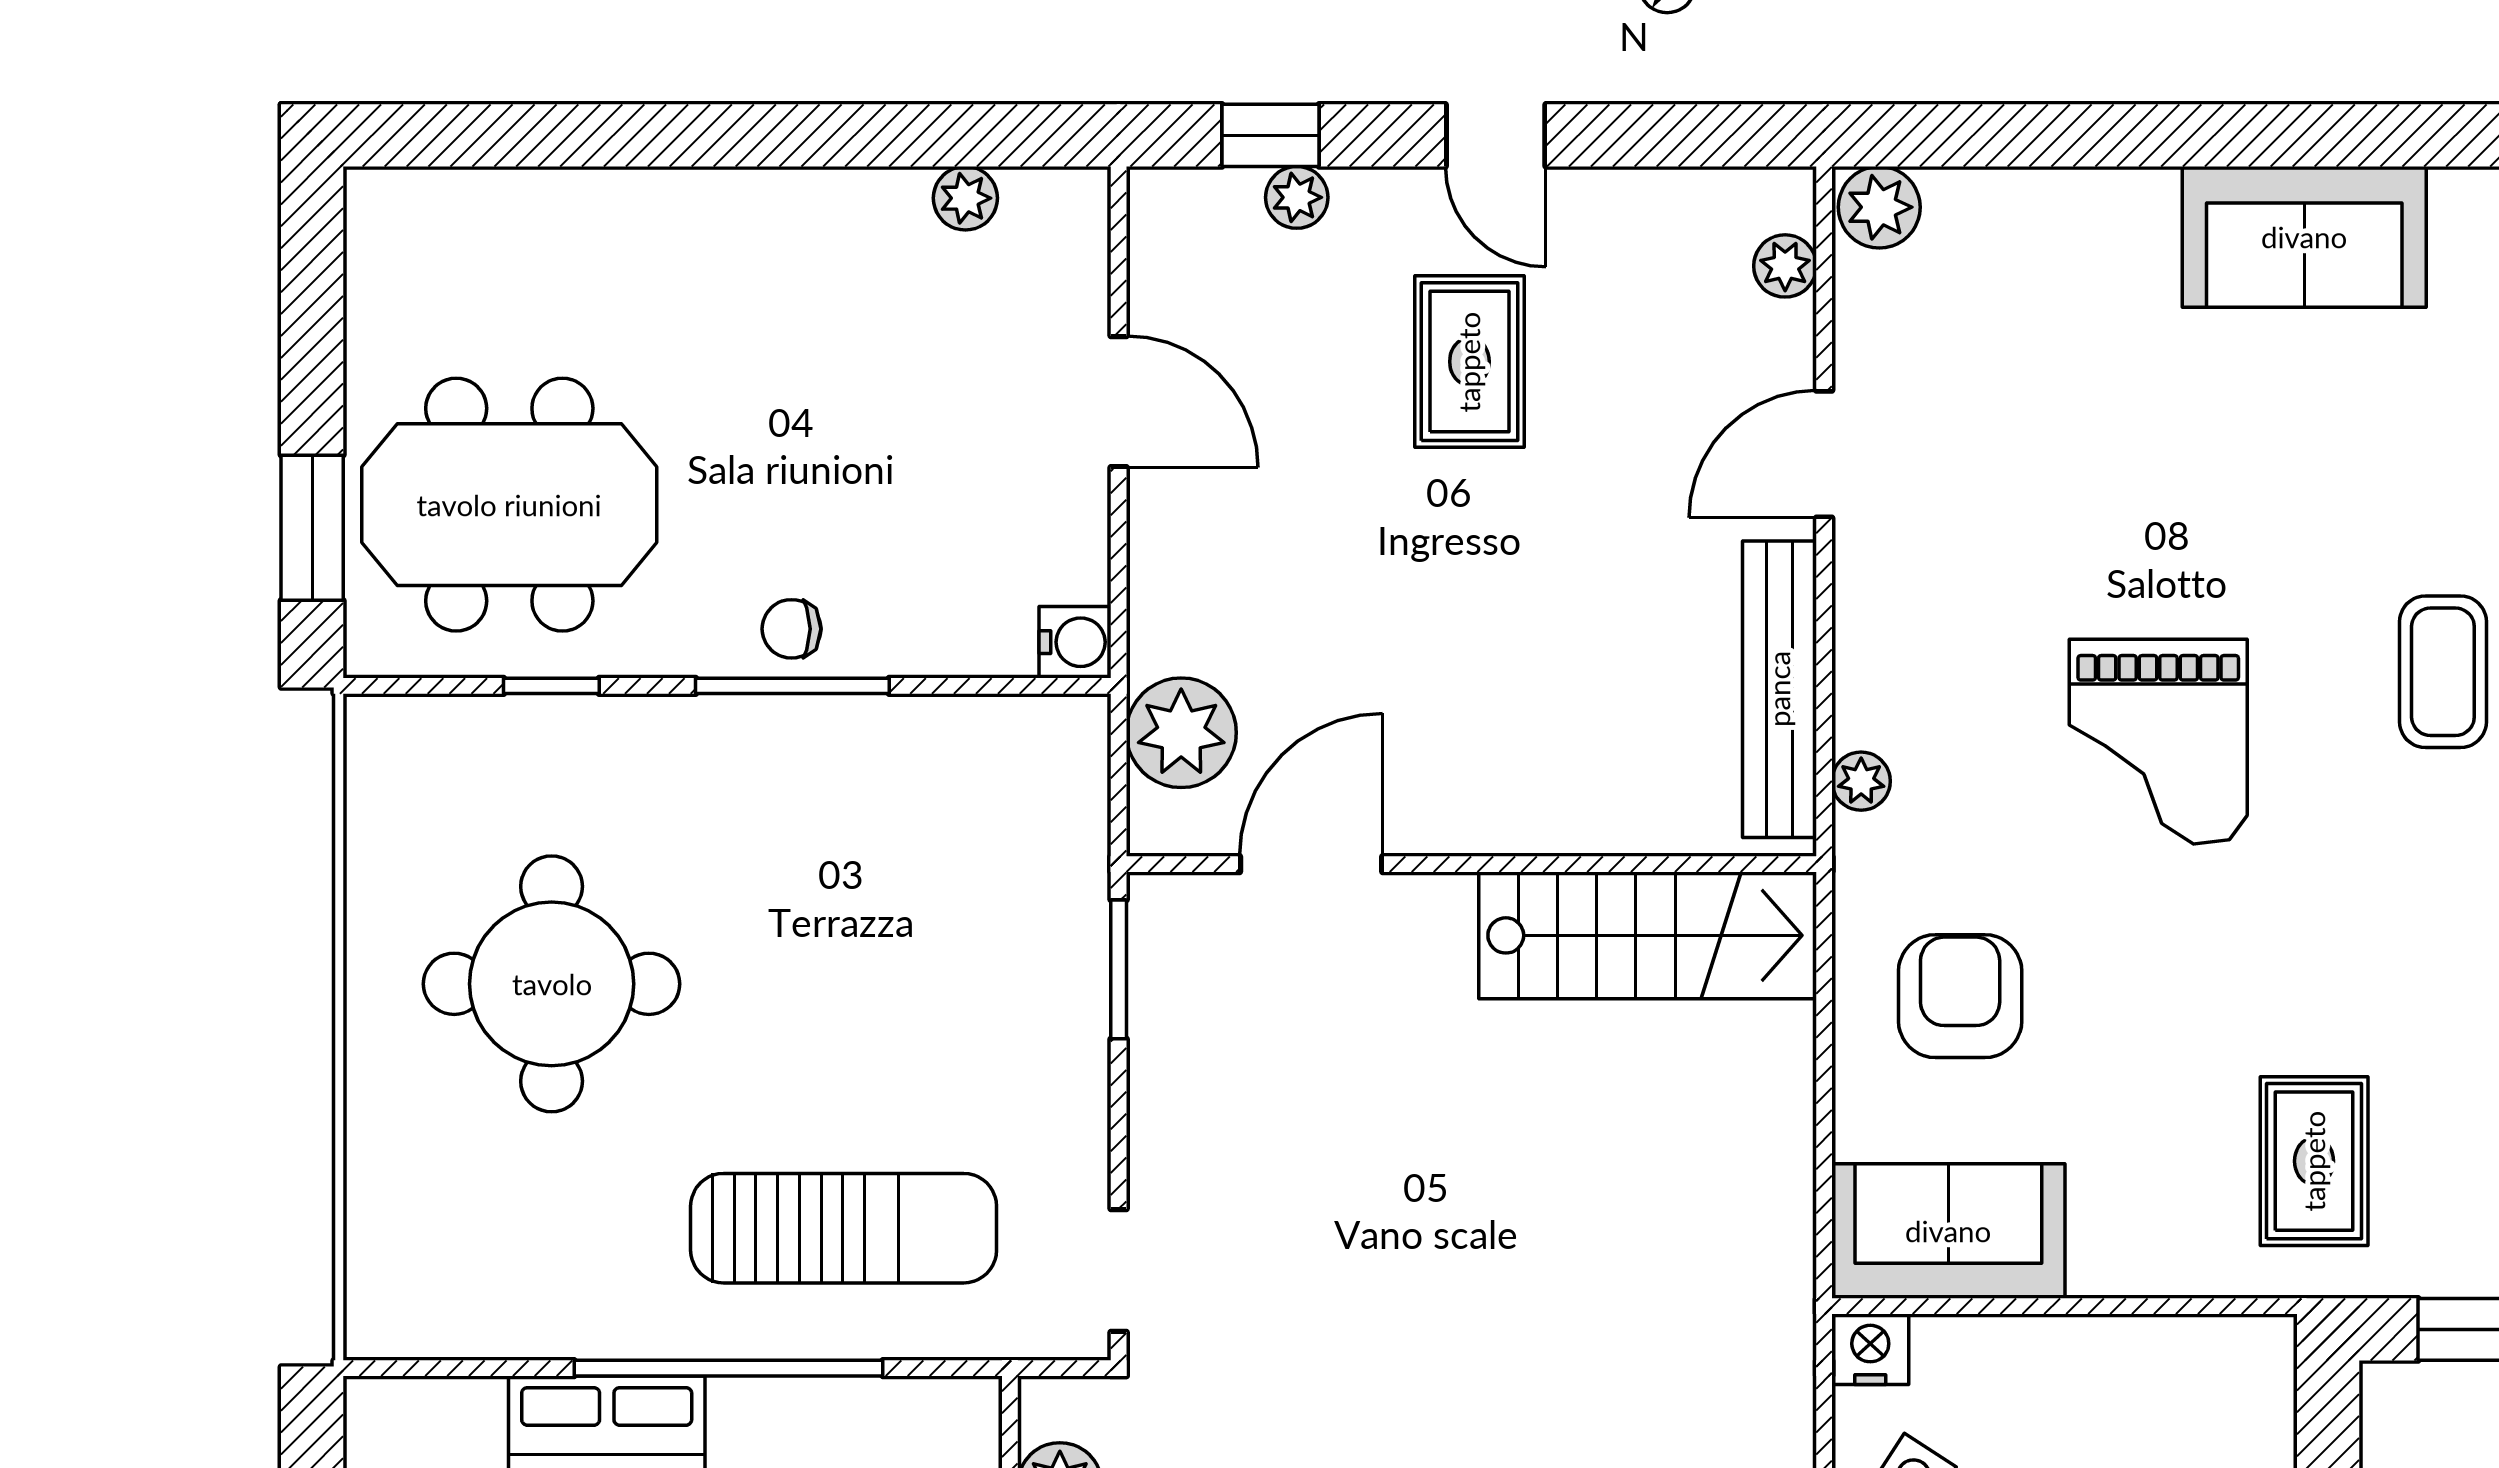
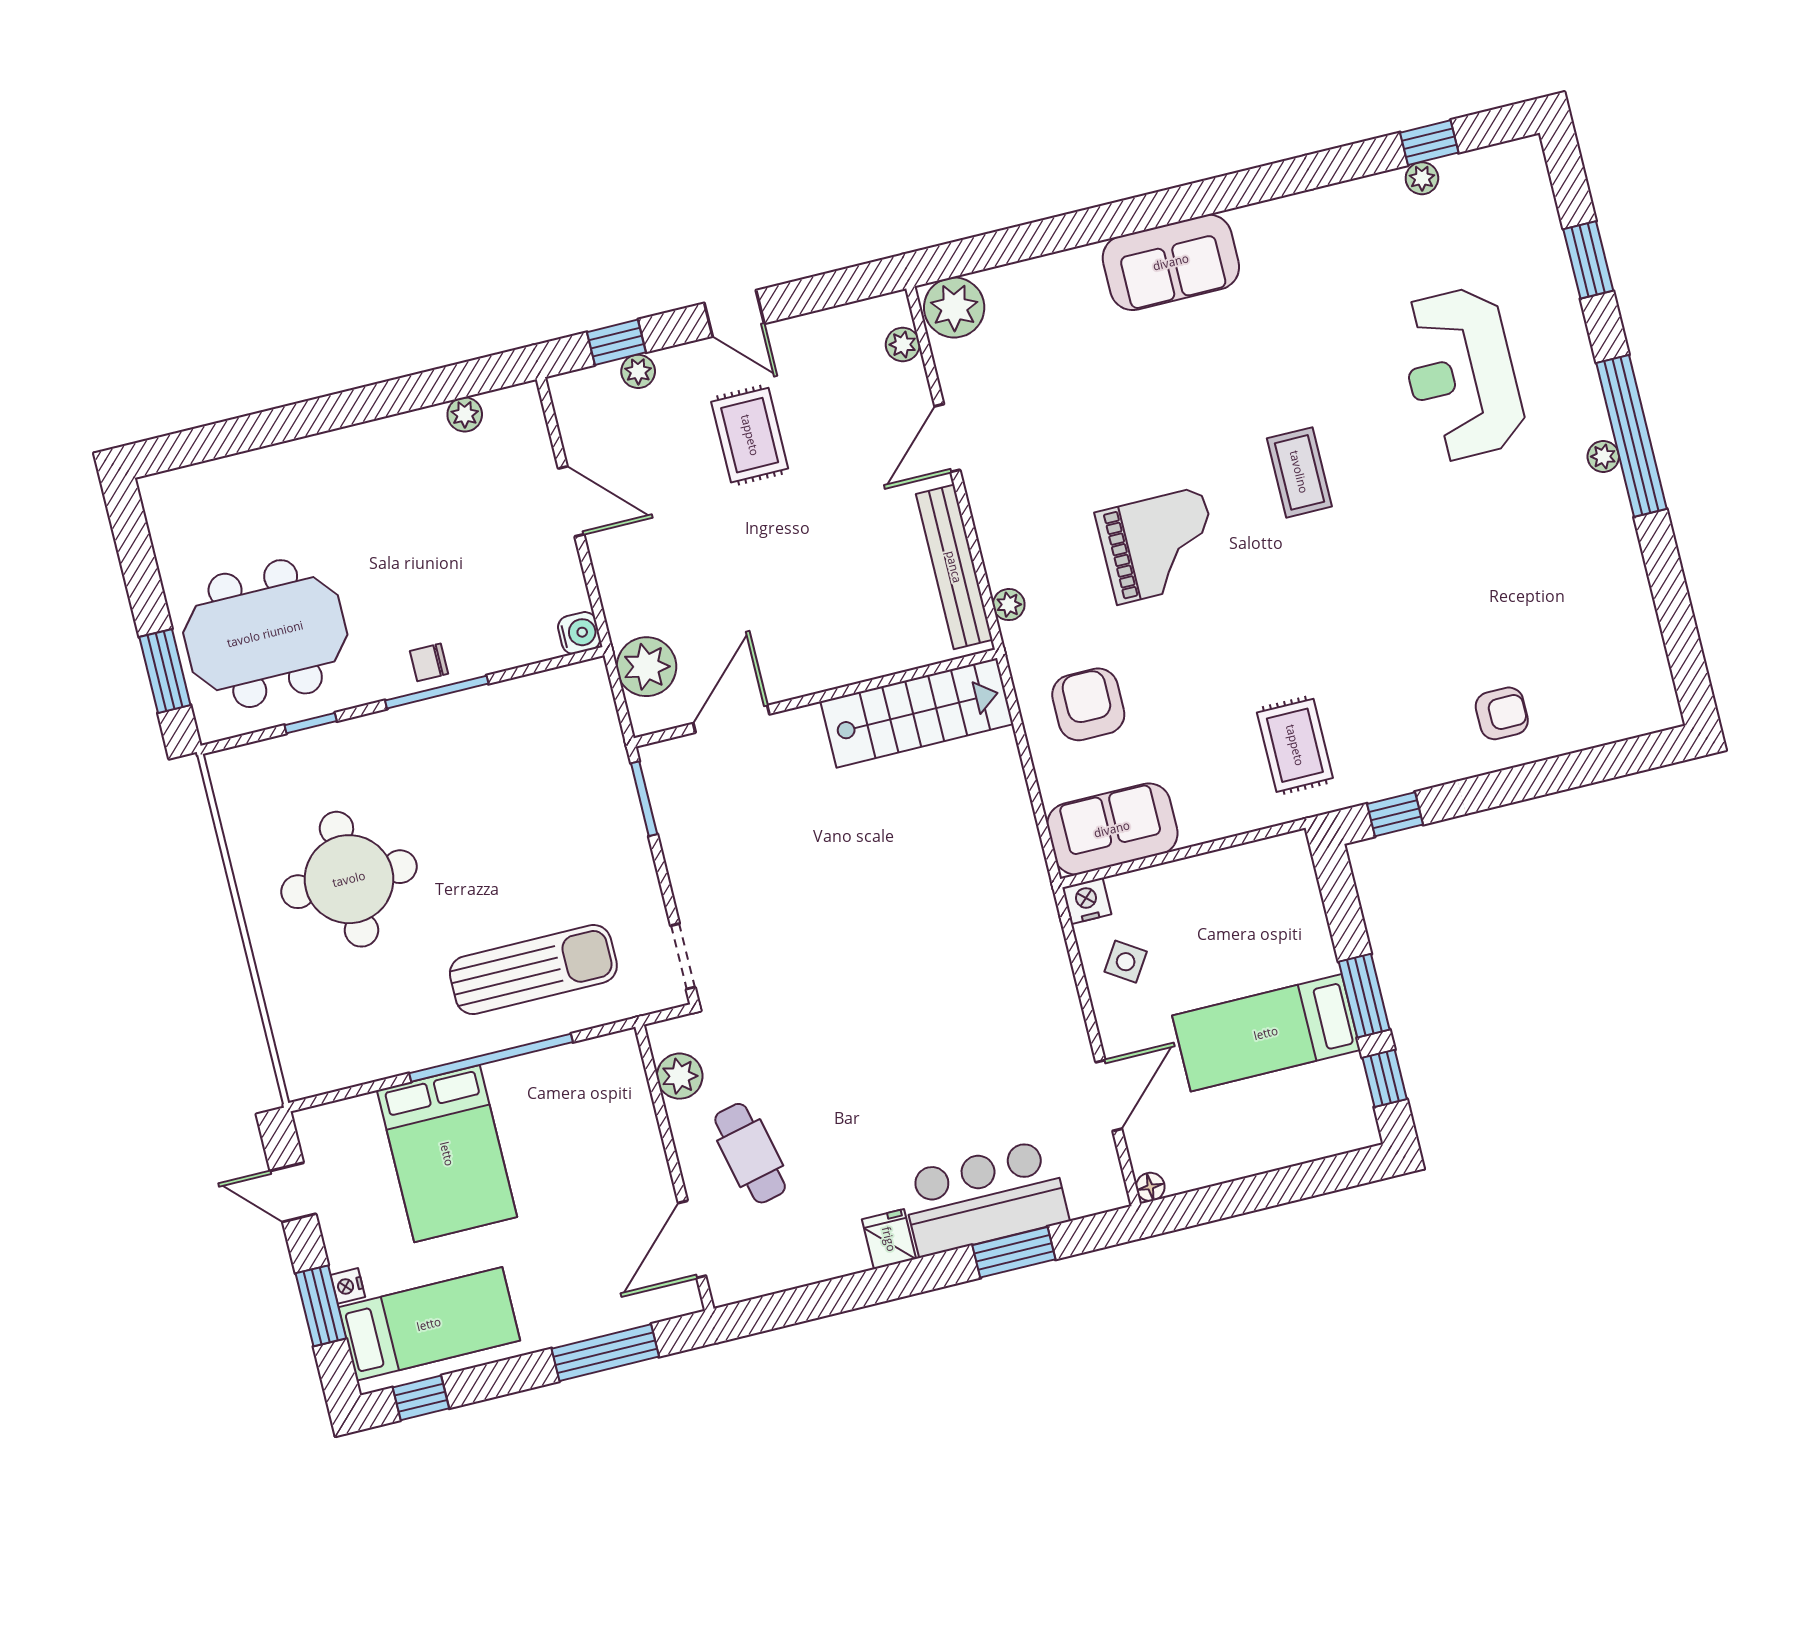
plant: (1879, 207) -> (954, 308), width x1.36, depth x1.36
grand piano: (2158, 742) -> (1159, 546), turned -90

